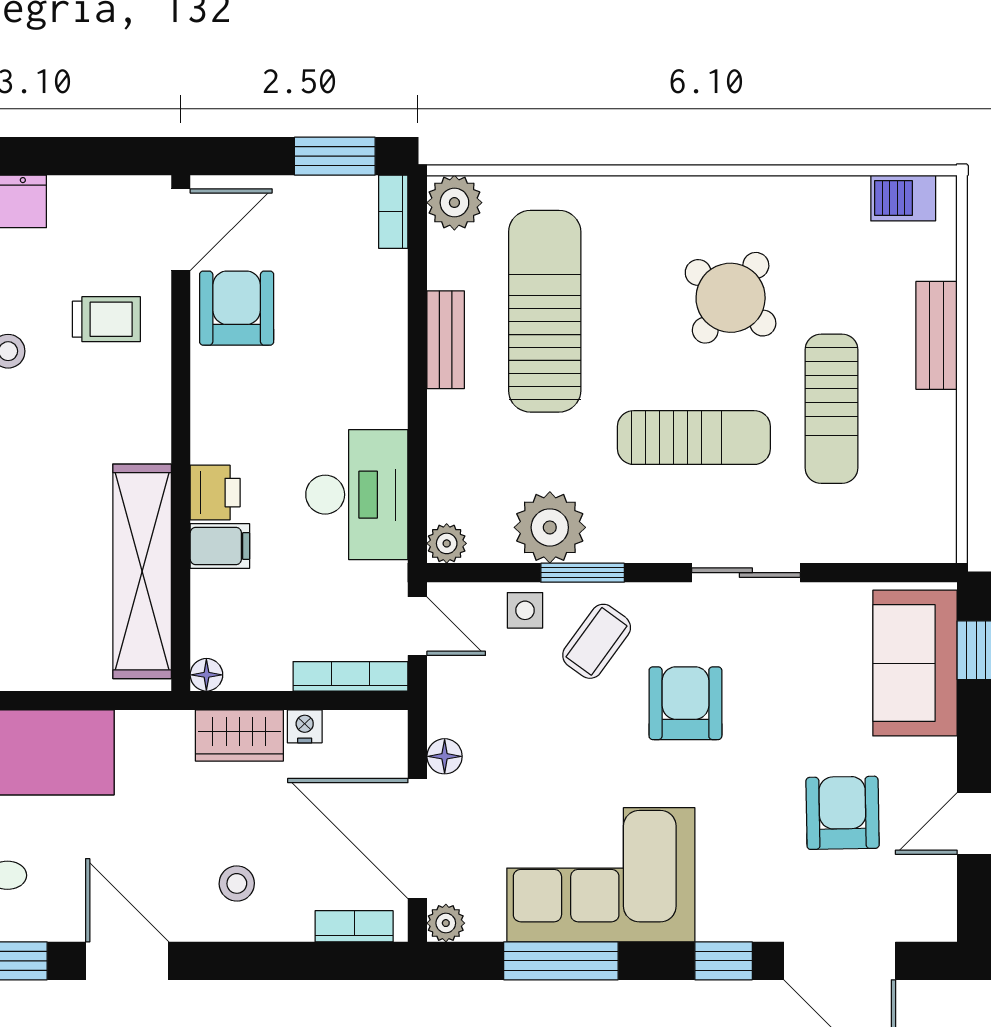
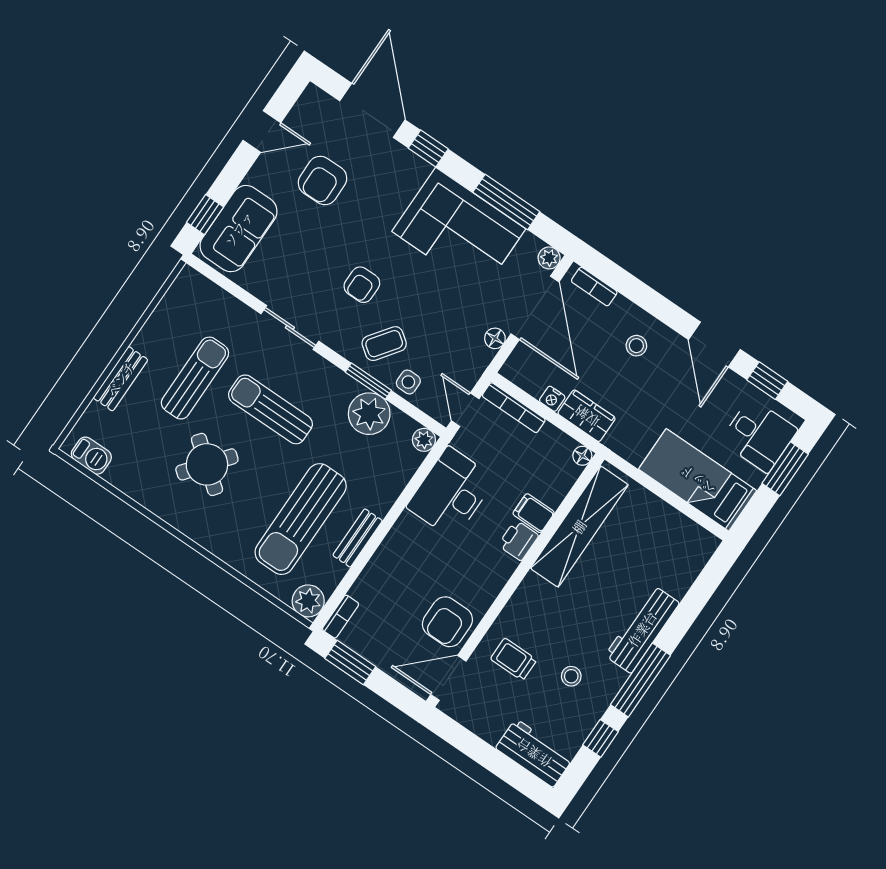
armchair: (685, 703) -> (362, 285), width x0.72, depth x0.72

